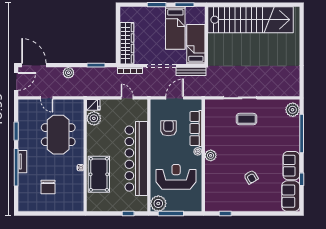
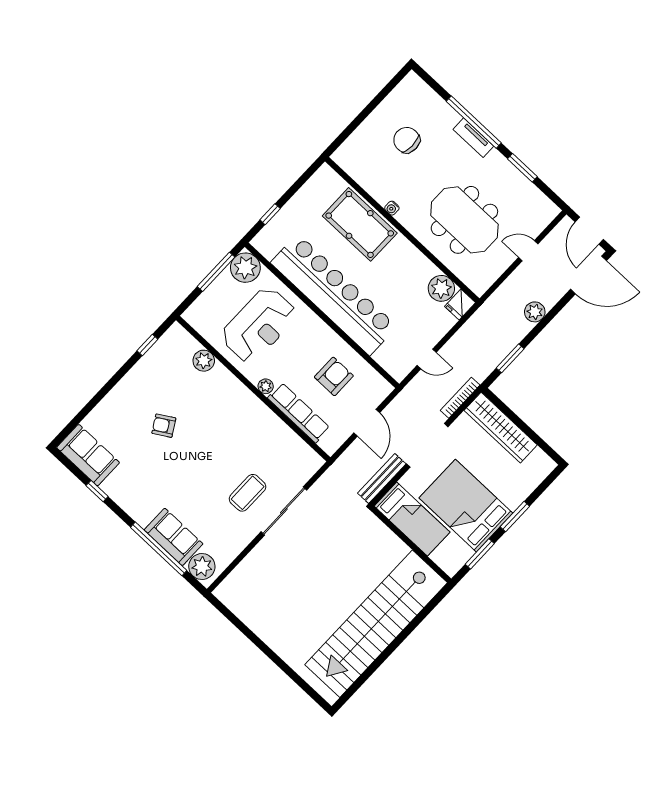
bed: (175, 28) -> (466, 506), width x1.50
armchair: (168, 128) -> (334, 376), turned -90
plant: (211, 155) -> (204, 361), moved
sofa: (291, 166) -> (174, 537), moved

